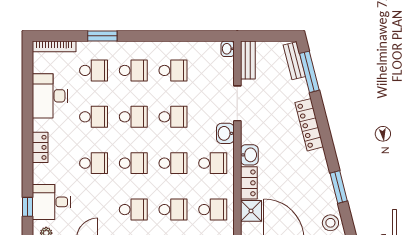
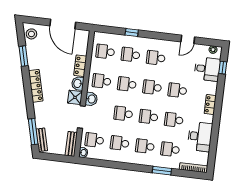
school desk: (213, 70) -> (94, 140), added
locker: (309, 125) -> (36, 86), moved
shower: (251, 211) -> (75, 97), moved

